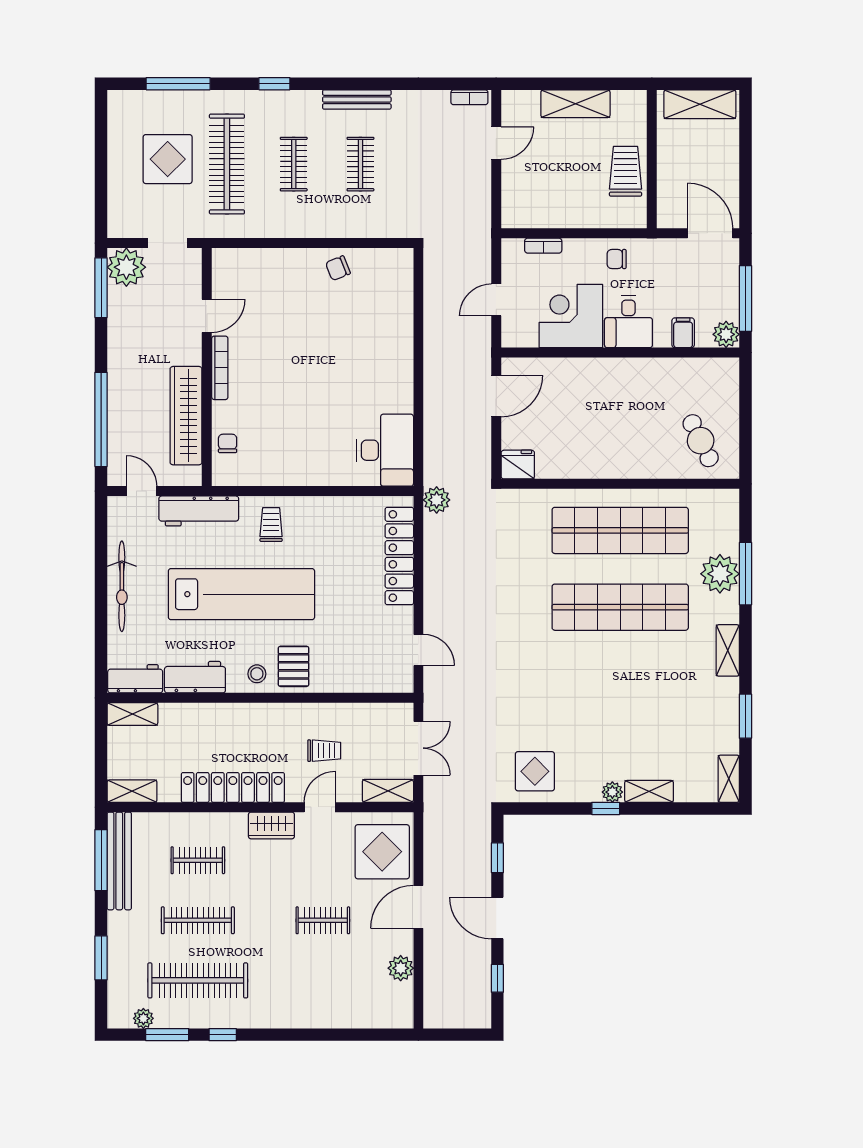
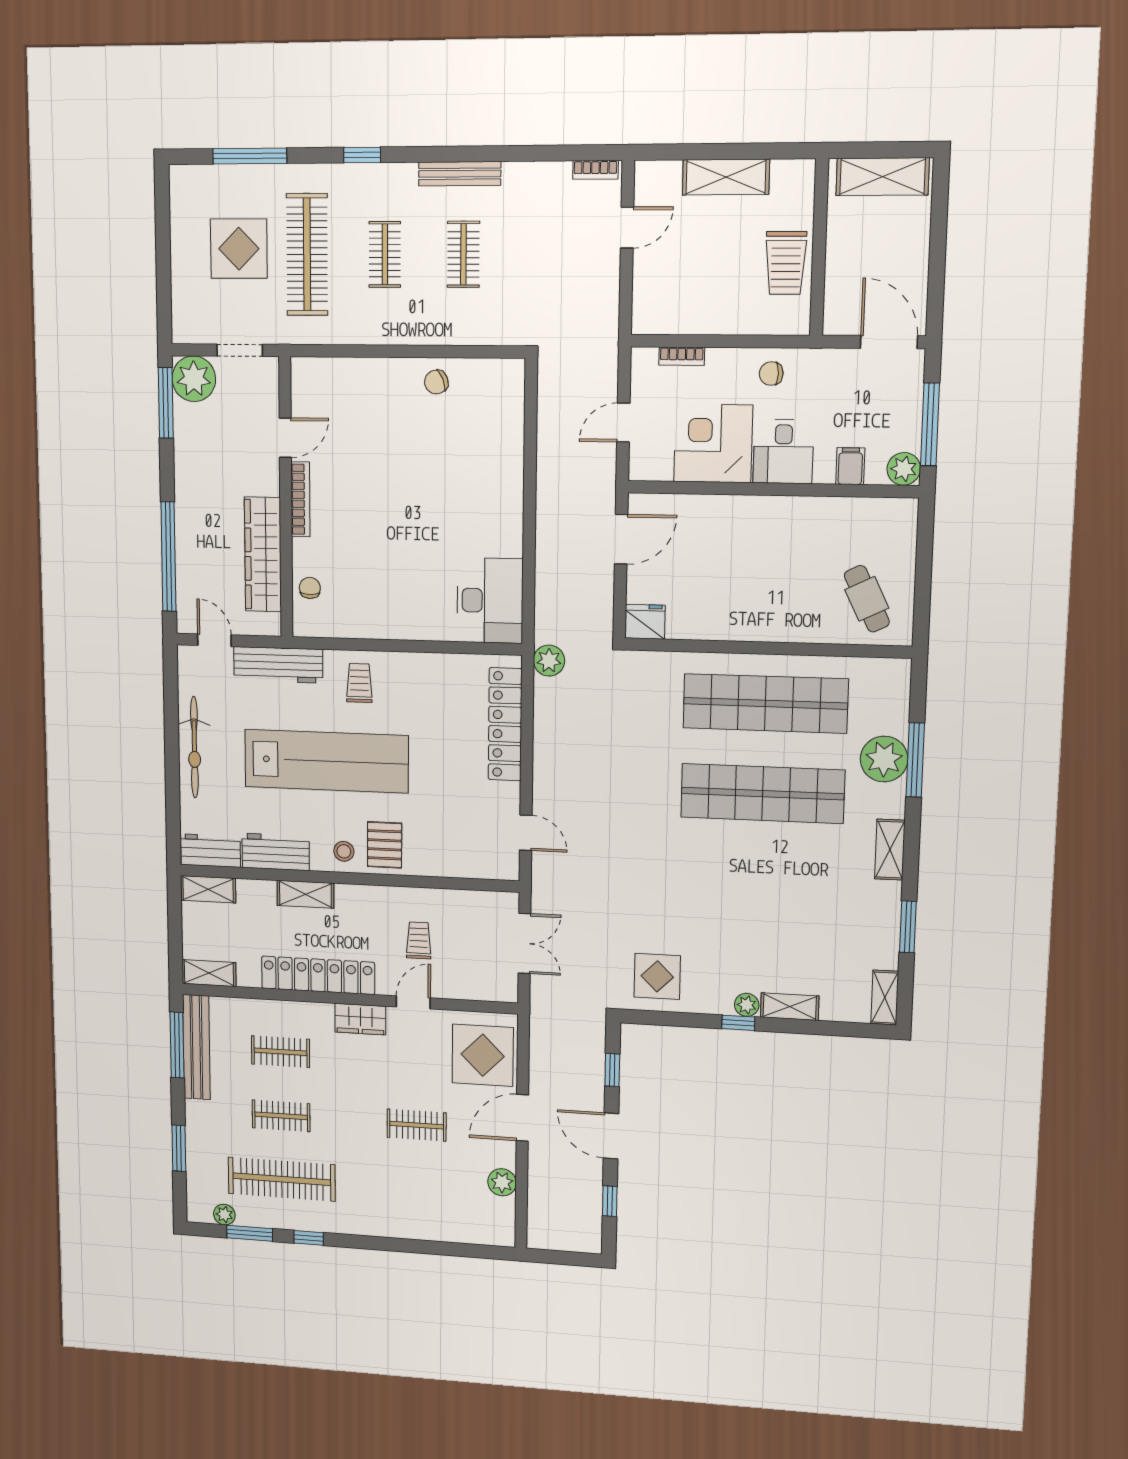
trolley: (626, 171) -> (786, 263), turned 180
trolley: (324, 751) -> (419, 940), turned -90
shelving: (388, 791) -> (305, 894), moved
clothes rail: (198, 920) -> (281, 1116), width x0.73

